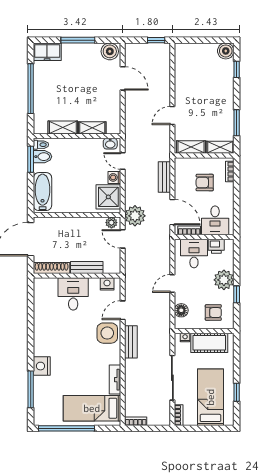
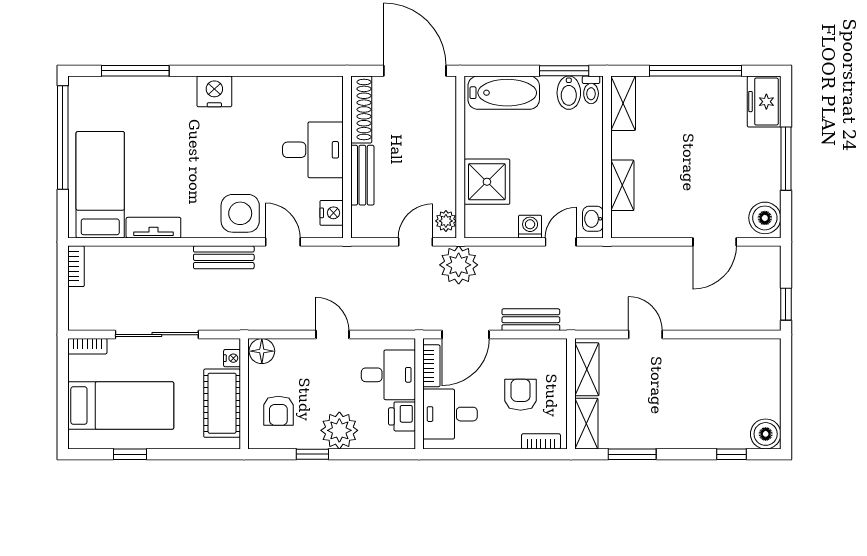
shelving: (63, 127) -> (623, 103), moved
shower: (108, 197) -> (487, 182), moved
floor lamp: (181, 310) -> (262, 351), moved
nightstand: (42, 366) -> (214, 91), moved

